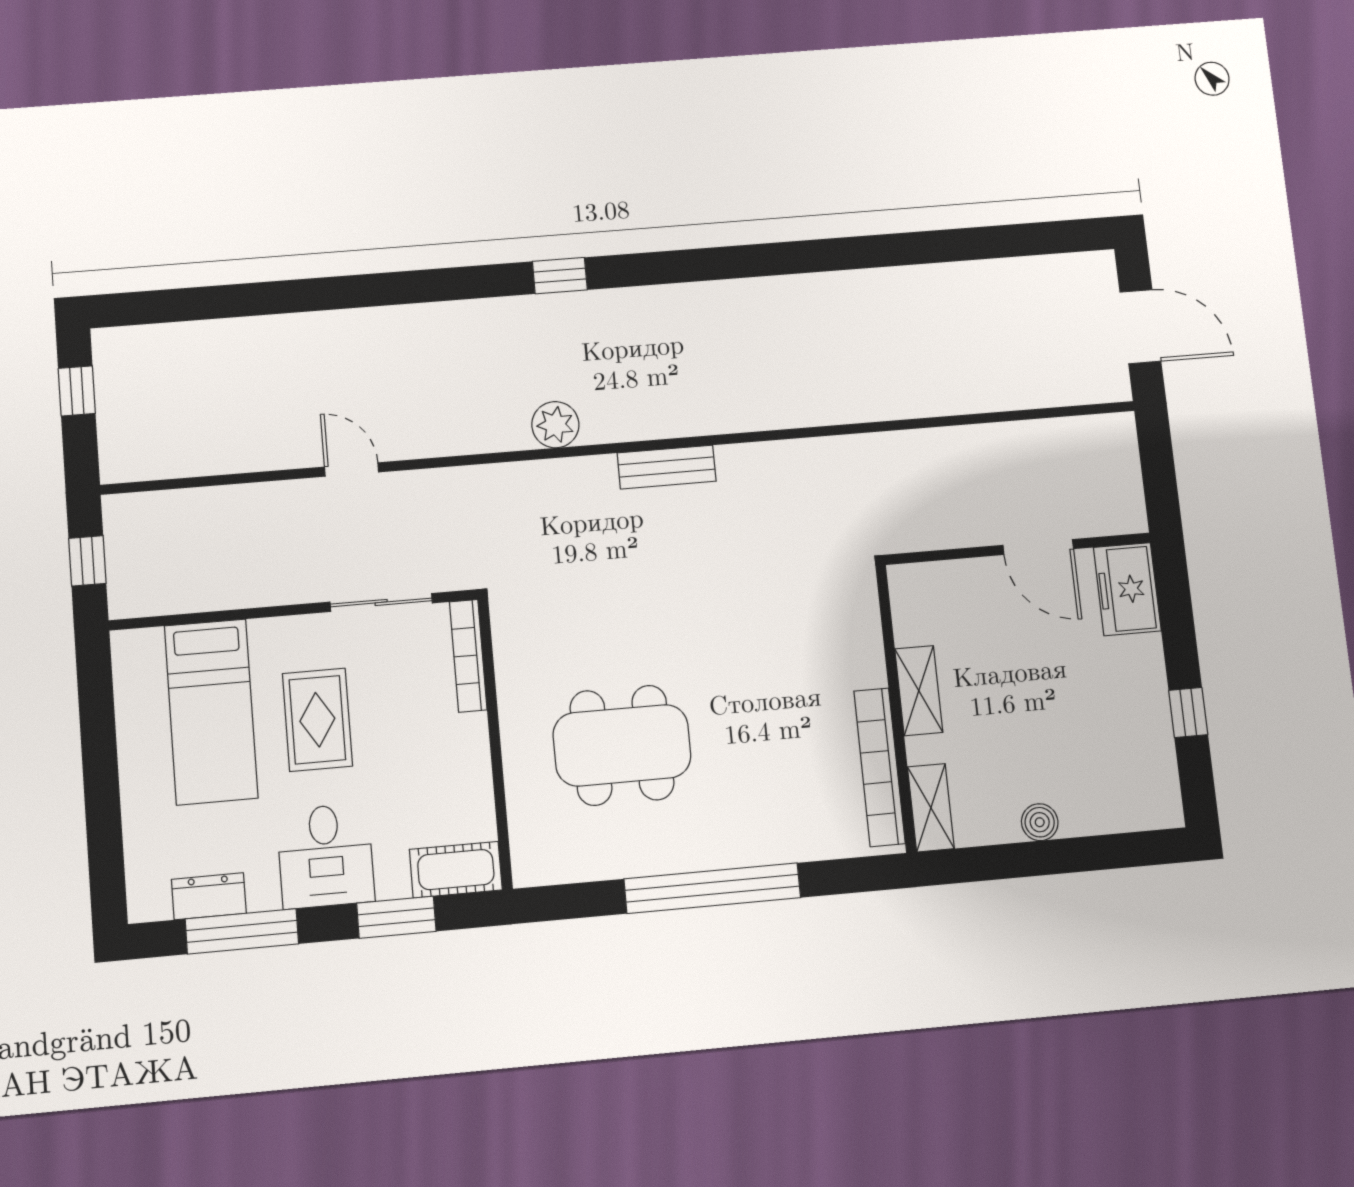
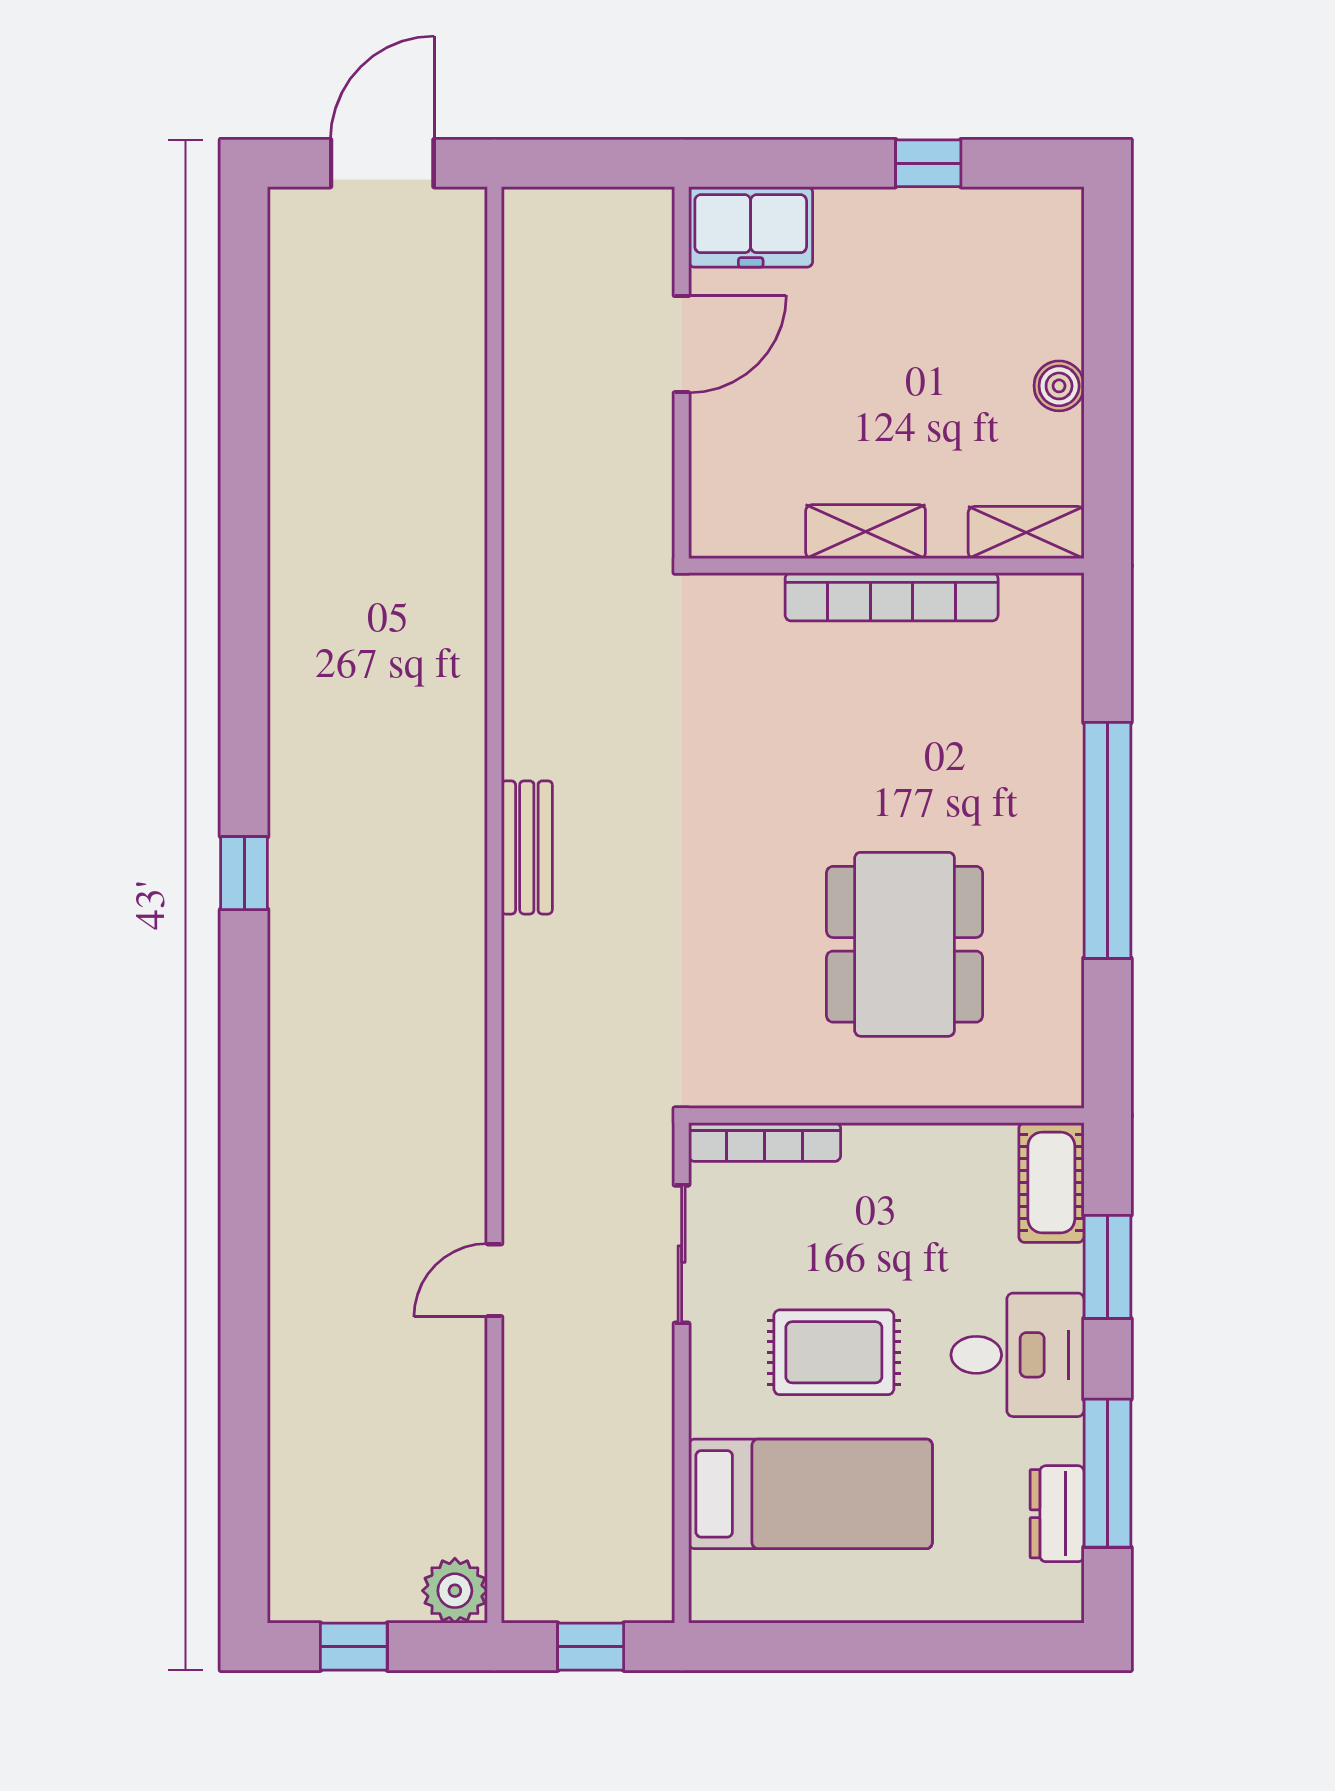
window: (560, 276) -> (244, 873), moved
plant: (555, 425) -> (455, 1591), moved
bookcase: (879, 767) -> (892, 597), moved

